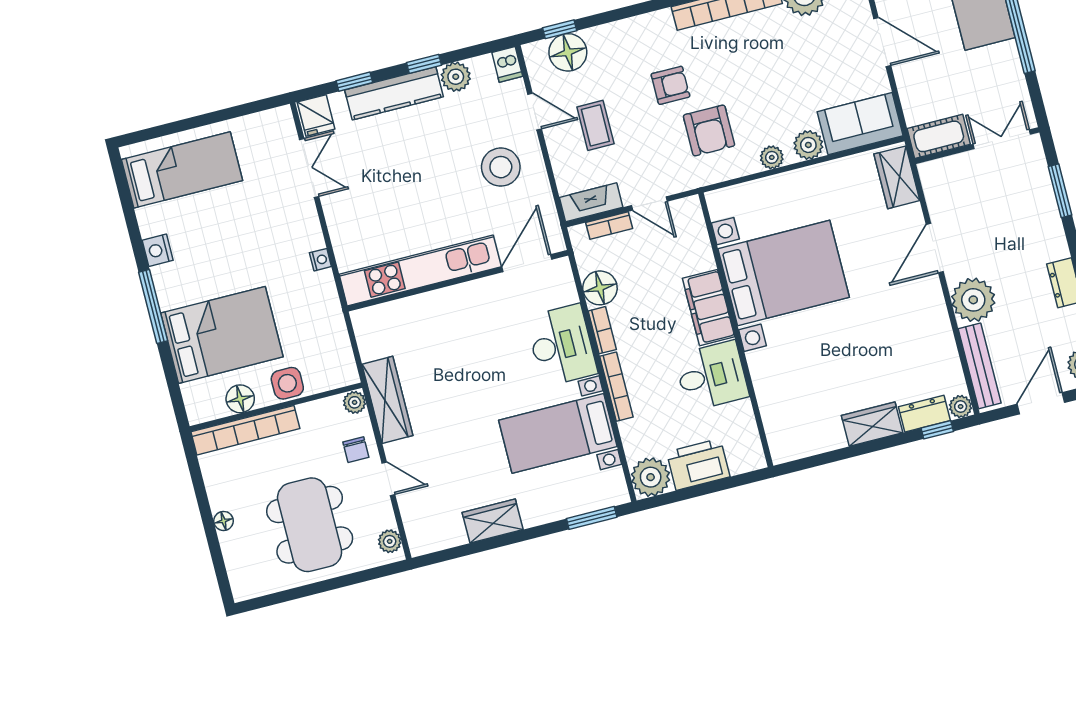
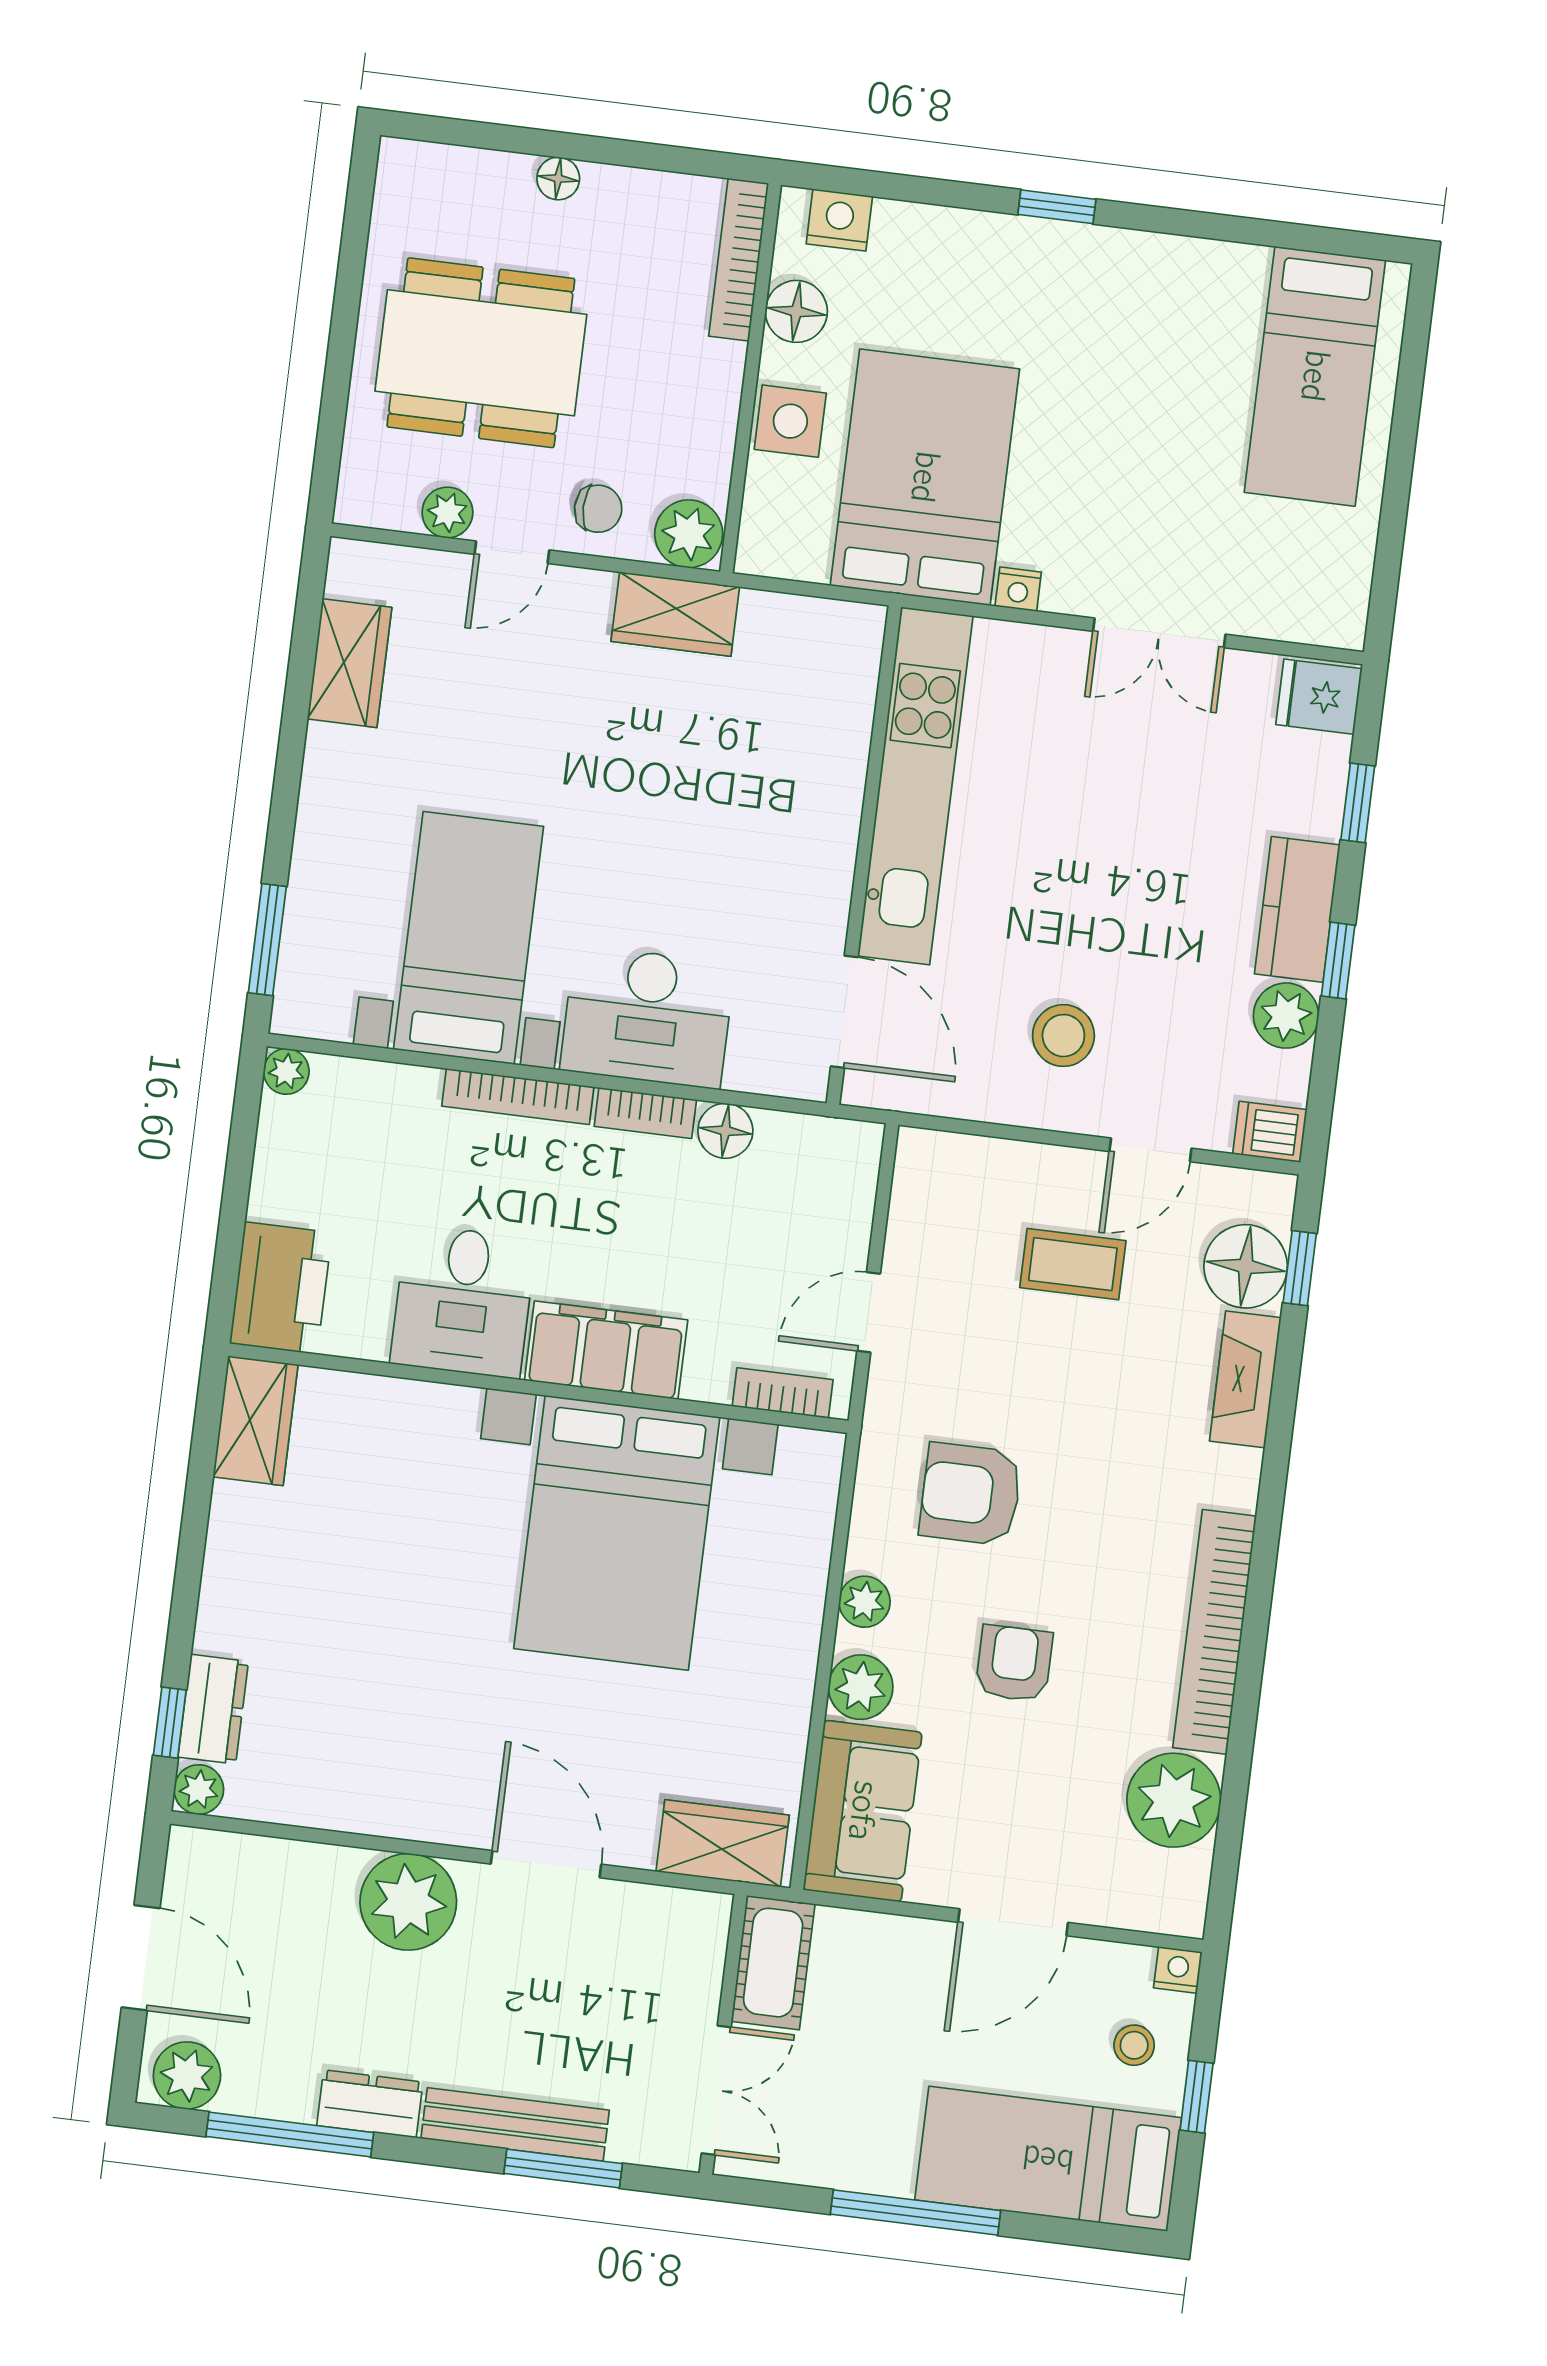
armchair: (670, 85) -> (1014, 1663), moved, turned 180
kitchen counter: (394, 93) -> (1297, 909), width x0.67
stool: (501, 167) -> (1063, 1036), width x0.73, depth x0.73
double door: (309, 168) -> (1159, 633), moved
fireplace: (591, 202) -> (1245, 1379), moved, turned 180
bookcase: (609, 226) -> (783, 1393), moved, turned 90
nightstand: (158, 250) -> (839, 220), moved
floor lamp: (600, 288) -> (725, 1131), width x0.73, depth x0.73
window: (153, 306) -> (1057, 207), width x0.46
bed: (222, 335) -> (925, 477), moved, turned 180
bench: (980, 366) -> (515, 2124), moved
wardrobe: (387, 400) -> (675, 614), width x0.67
plant: (355, 402) -> (689, 534), width x1.38, depth x1.38
wardrobe: (872, 424) -> (255, 1421), moved
bookcase: (245, 430) -> (739, 260), width x0.68, depth x0.76
chair: (356, 450) -> (598, 509), turned 180
printer: (698, 464) -> (281, 1288), moved
plant: (651, 477) -> (286, 1071), width x0.53, depth x0.53
wardrobe: (493, 521) -> (350, 663), moved
plant: (390, 541) -> (447, 512), moved

